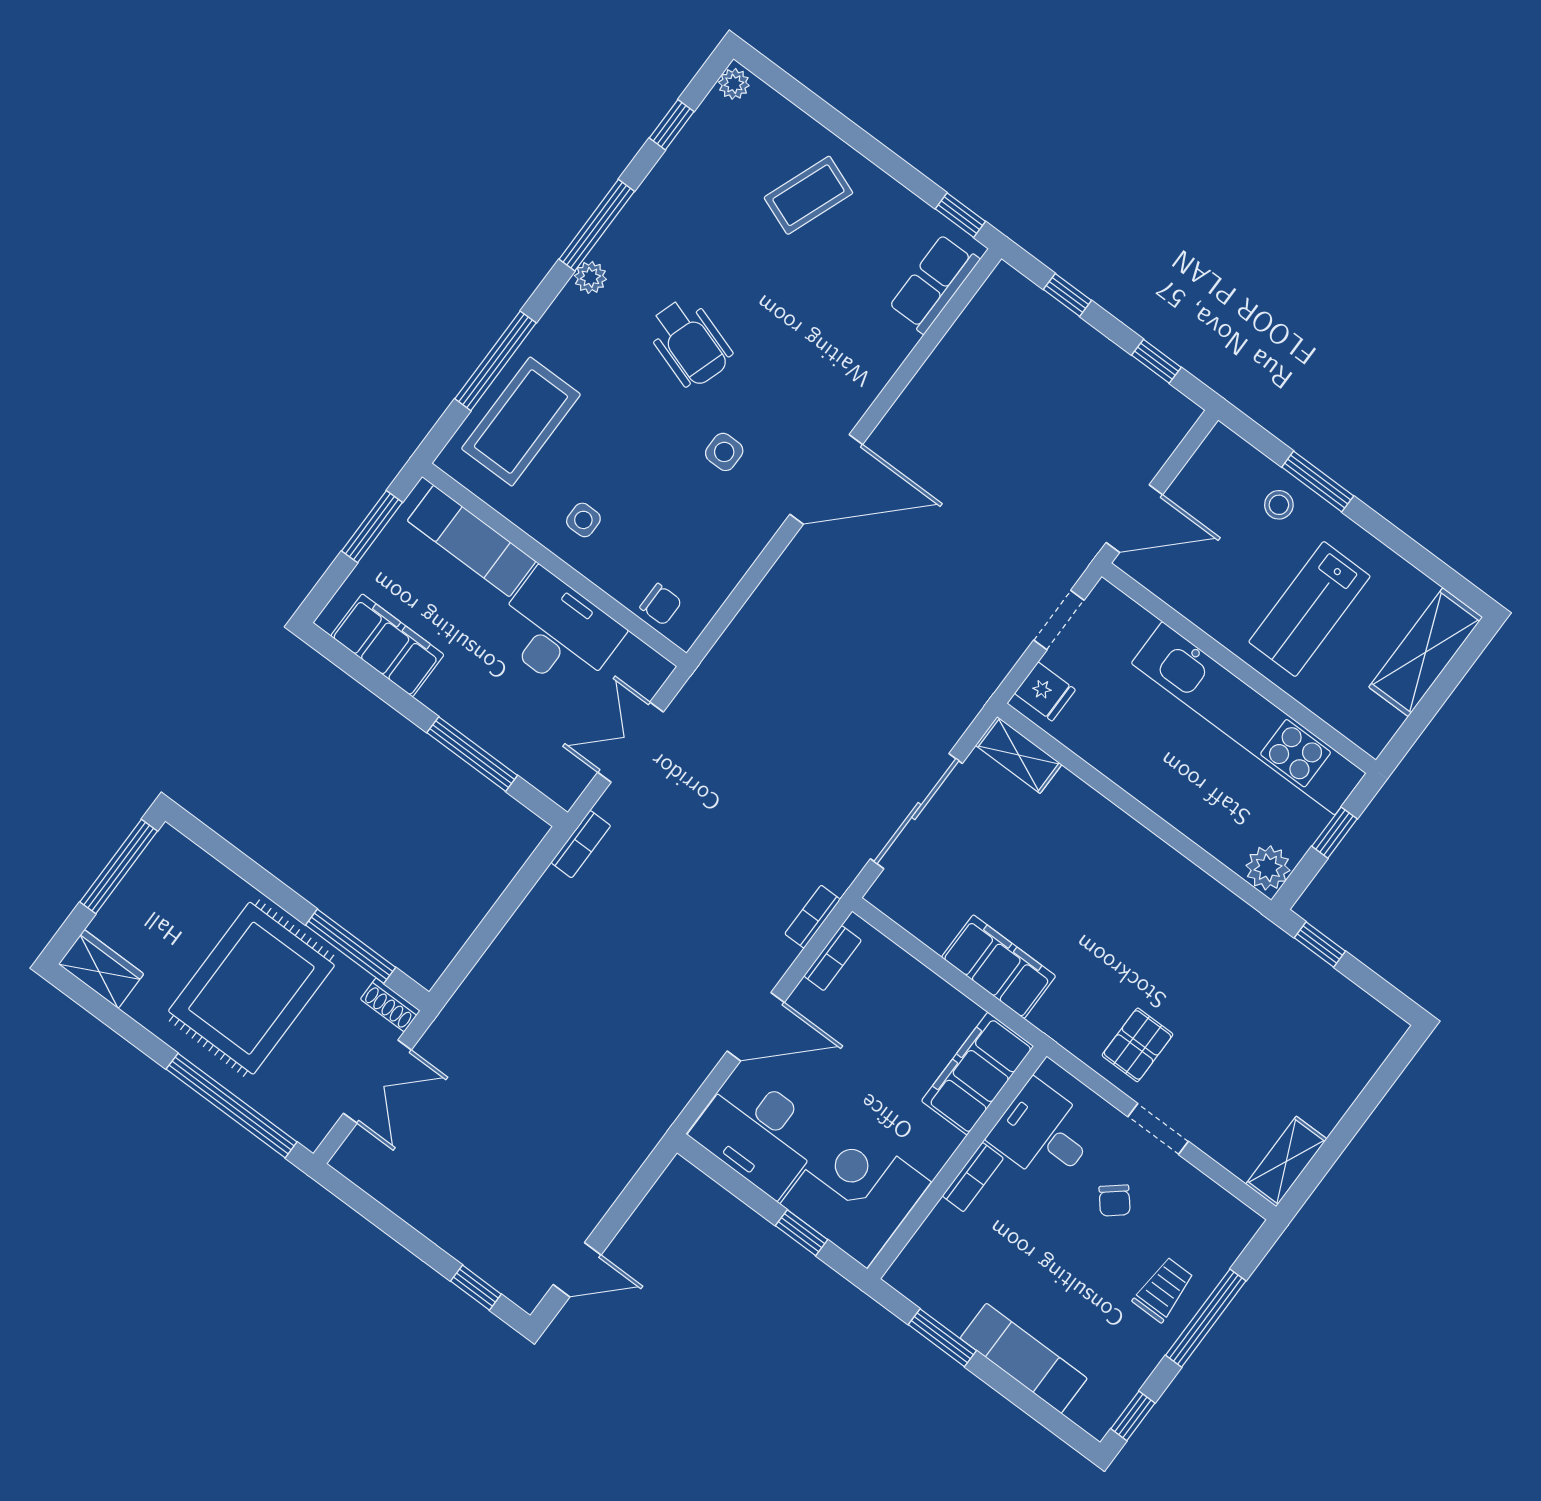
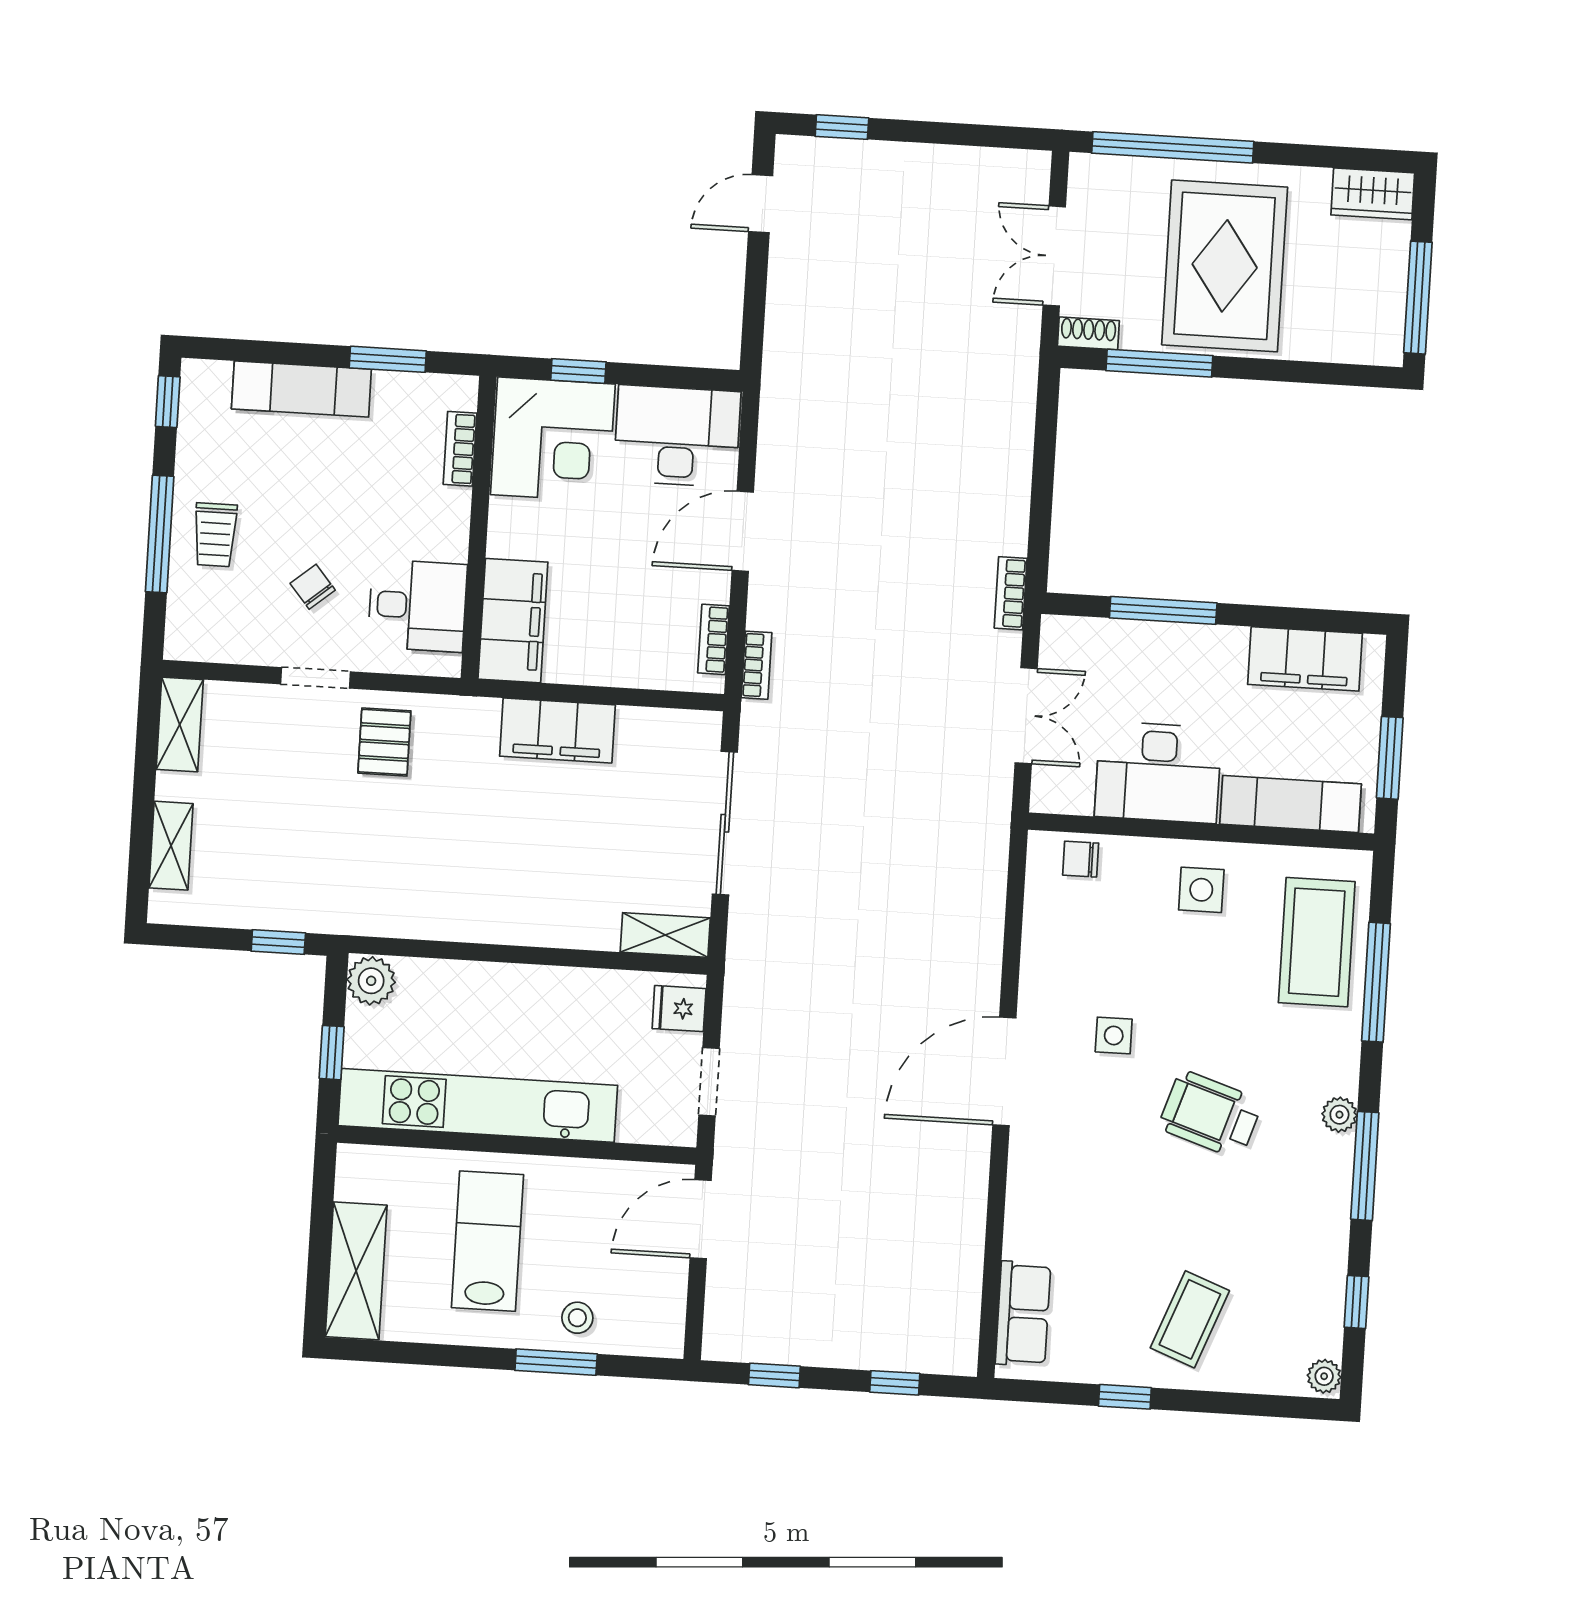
window: (960, 215) -> (1125, 1397), moved
side table: (583, 520) -> (1201, 890), width x1.37, depth x1.37
shelving: (1354, 1073) -> (171, 846), added
bookcase: (973, 1177) -> (460, 449), moved

